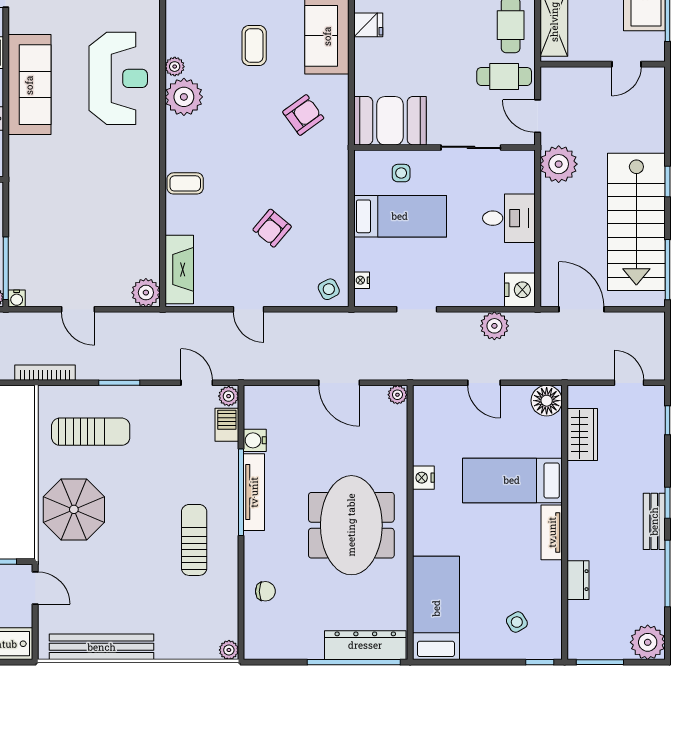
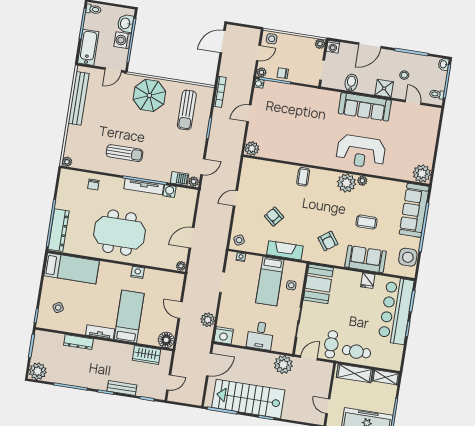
fireplace: (179, 269) -> (285, 250), moved, turned 180
door: (484, 383) -> (180, 310), hinge flipped
bench: (654, 521) -> (122, 388), moved
dresser: (578, 580) -> (78, 342), width x1.44

